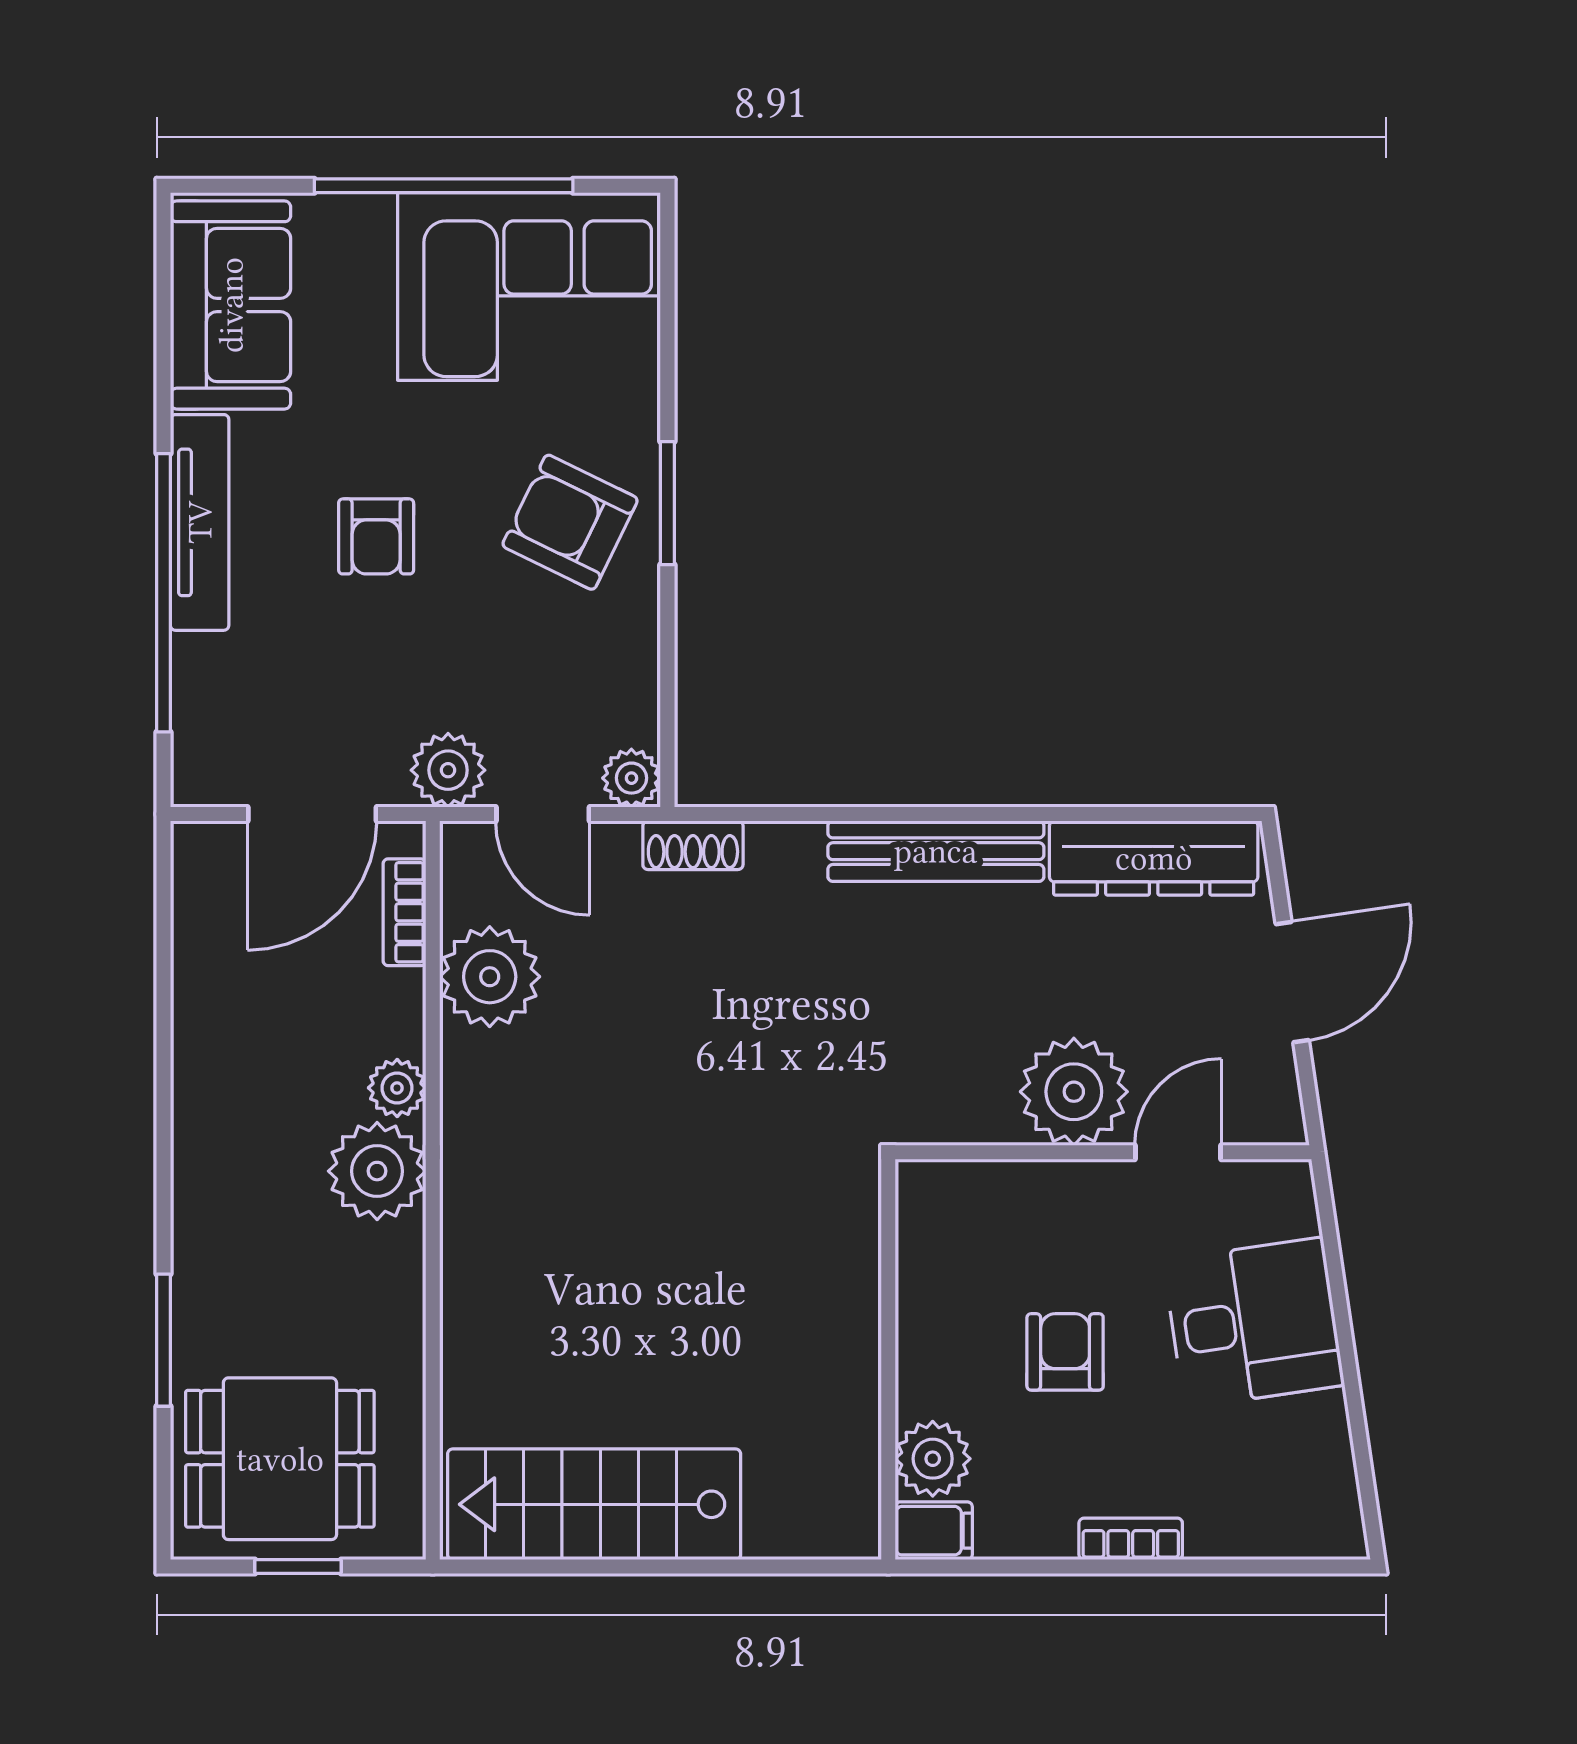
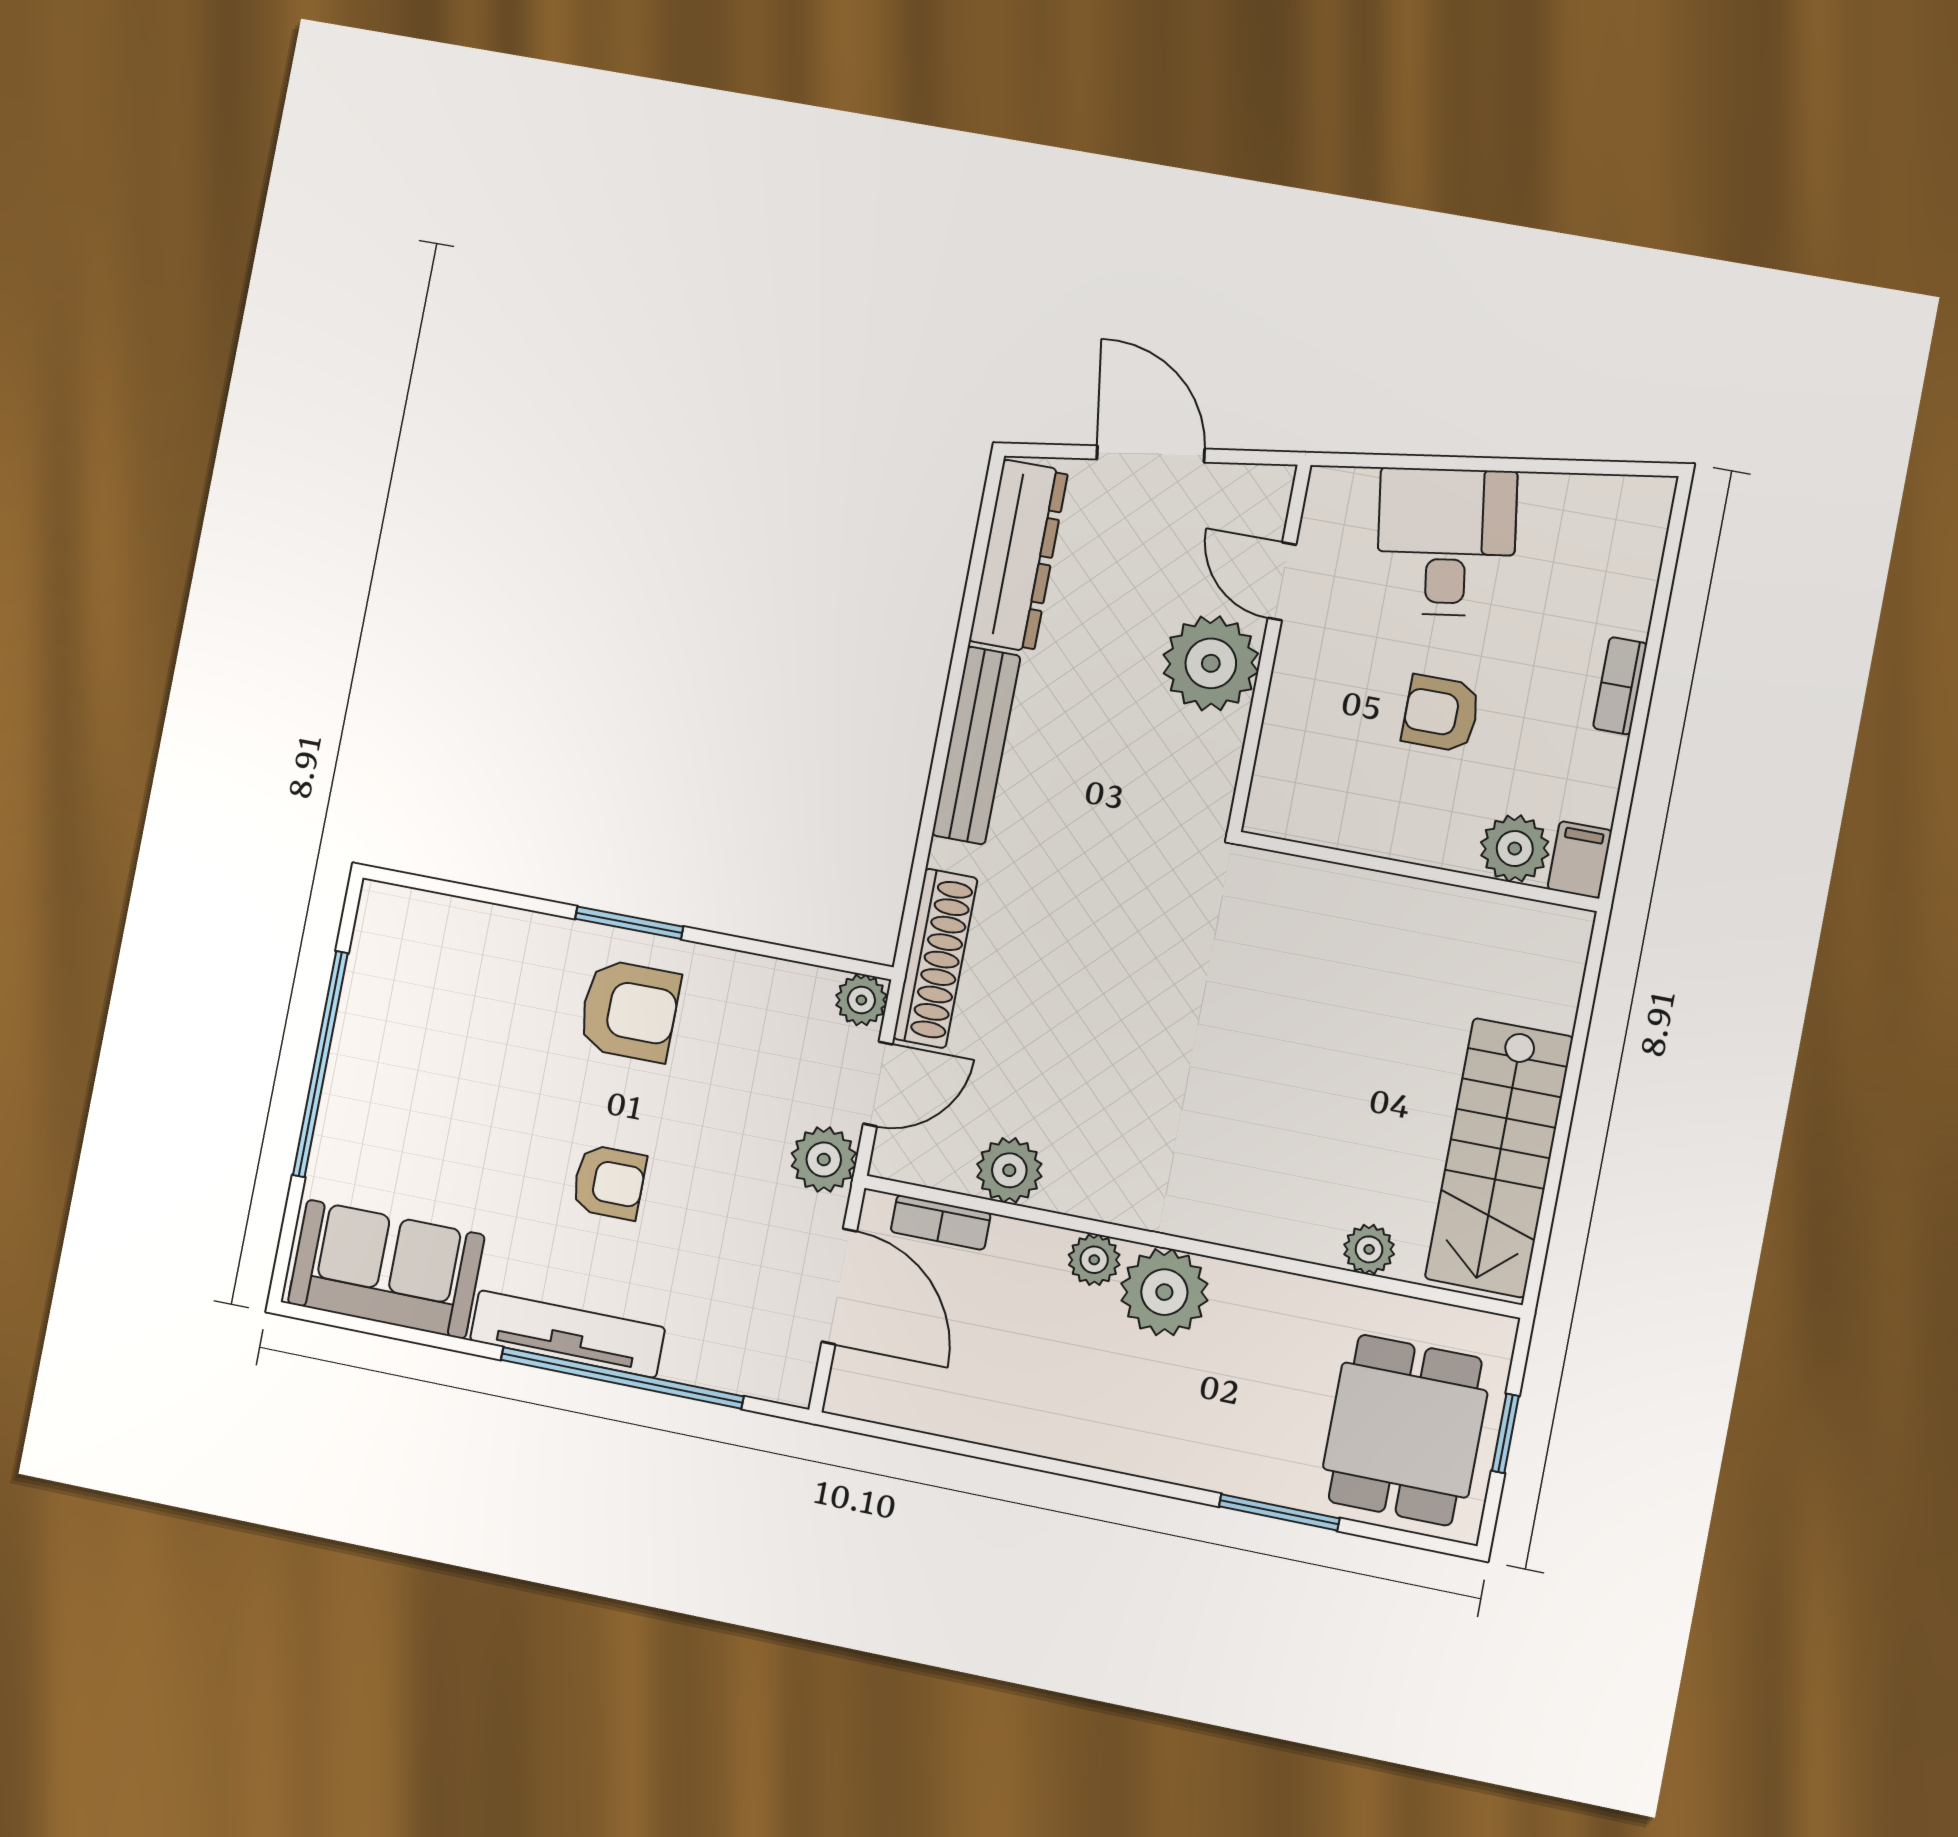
corner sofa: (529, 287) -> (420, 1007), removed
armchair: (570, 522) -> (629, 1011), turned -116
shoe rack: (693, 845) -> (935, 958), width x1.94, depth x1.24
plant: (490, 977) -> (1009, 1170), width x0.73, depth x0.73
plant: (467, 1383) -> (1369, 1249), added

